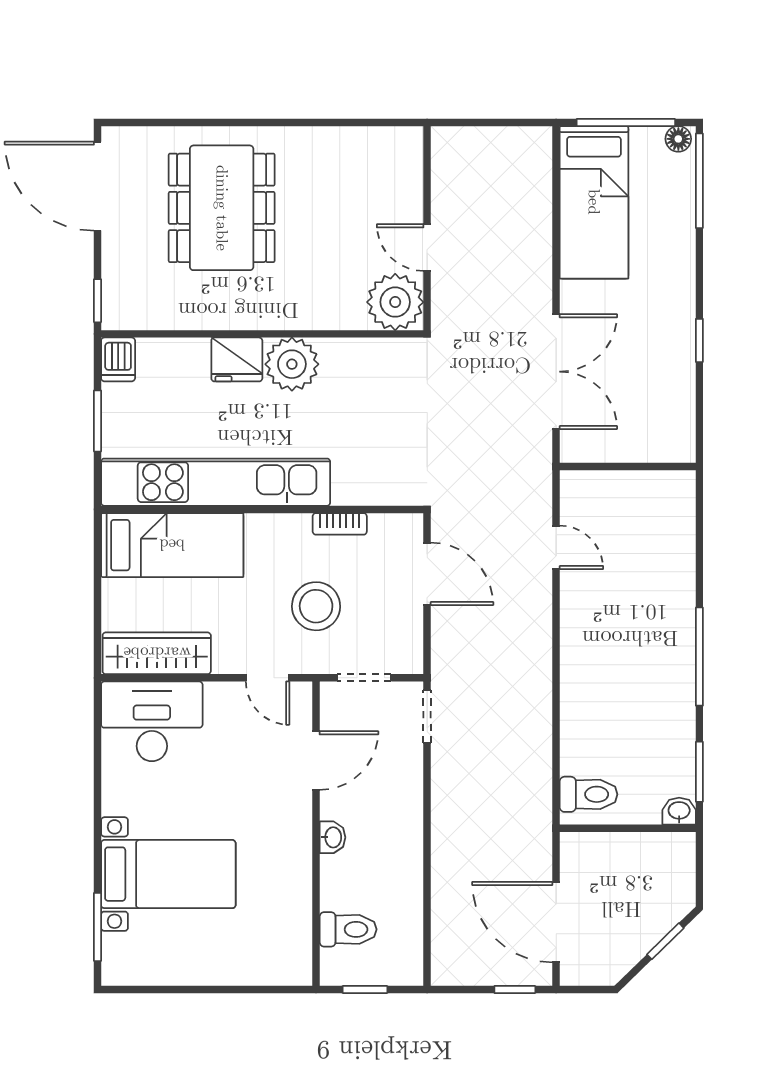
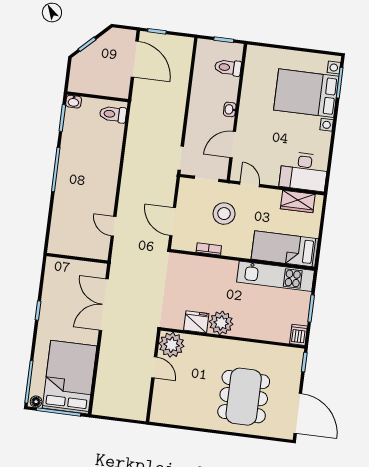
bed: (594, 202) -> (70, 377), width x1.50
fridge: (237, 359) -> (196, 322), moved
kitchen unit: (216, 482) -> (275, 276), width x0.73
wardrobe: (157, 653) -> (298, 201), width x0.67
bed with nightstands: (168, 874) -> (306, 93), width x1.36

